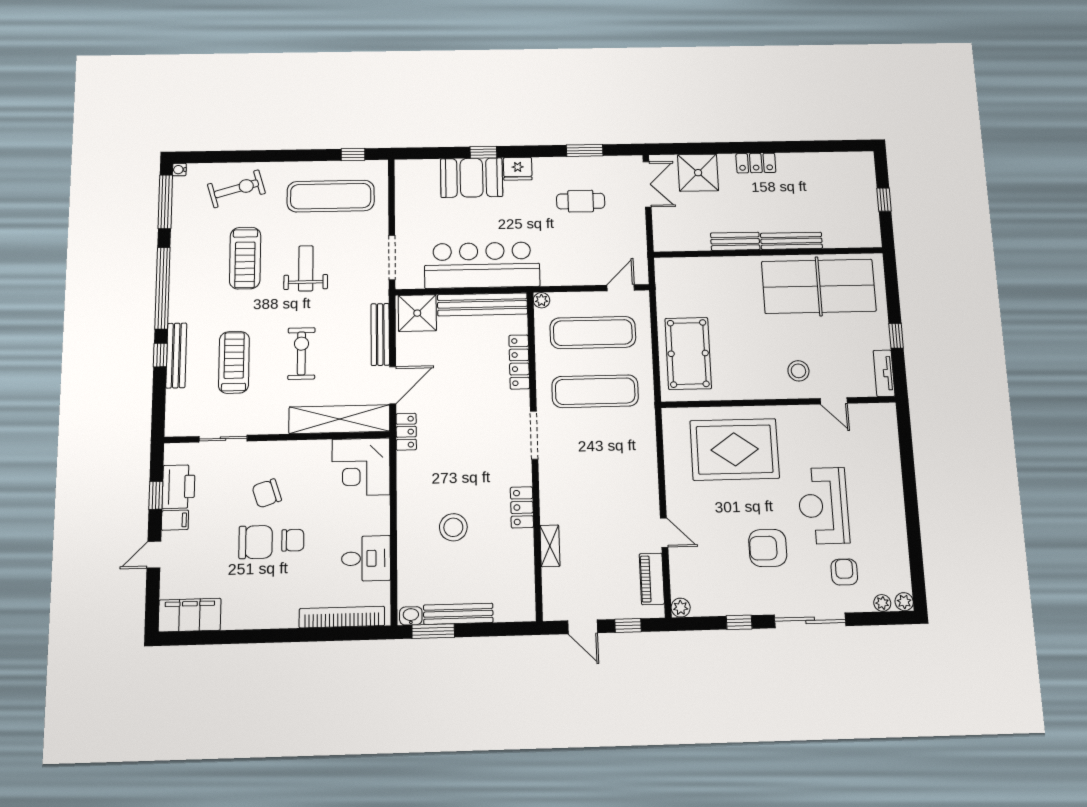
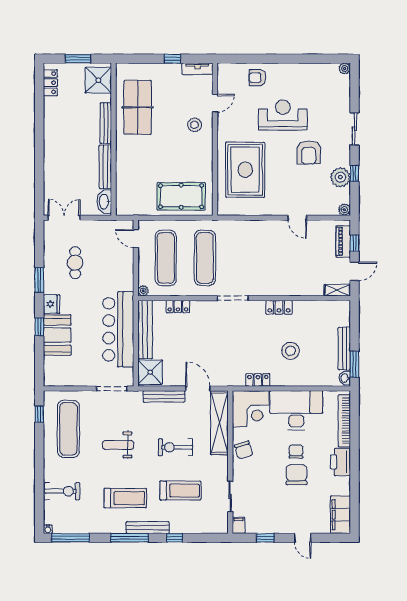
window: (585, 150) -> (39, 280), moved
locker: (756, 163) -> (50, 83), moved
shower: (698, 173) -> (98, 80), moved
exercise bike: (236, 189) -> (62, 491), turned 106
window: (884, 200) -> (78, 59), width x1.50
washbasin: (674, 241) -> (104, 202), added
bench: (735, 241) -> (105, 167), width x1.36
treadmill: (245, 258) -> (125, 498), moved
table tennis table: (819, 286) -> (138, 107), width x0.73, depth x0.76
window: (162, 288) -> (130, 538), width x0.68
bench: (176, 355) -> (148, 528), moved
treadmill: (234, 362) -> (180, 490), turned 180
locker: (519, 362) -> (178, 307), width x0.66
locker: (406, 432) -> (258, 380), moved
printer: (179, 487) -> (340, 462), moved, turned -90
chair: (267, 493) -> (244, 450), moved
reception desk: (823, 506) -> (283, 115), turned 180
filing cabinet: (175, 520) -> (239, 525), moved
door: (664, 533) -> (297, 218), swing flipped
shelving: (550, 546) -> (337, 290), moved
desk: (366, 558) -> (296, 410), width x1.87, depth x1.30
armchair: (844, 572) -> (257, 78), moved
piano: (652, 579) -> (343, 241), moved, turned 90
plant: (882, 603) -> (340, 177), moved, width x1.88, depth x1.88
sliding door: (810, 620) -> (355, 129), width x0.73

